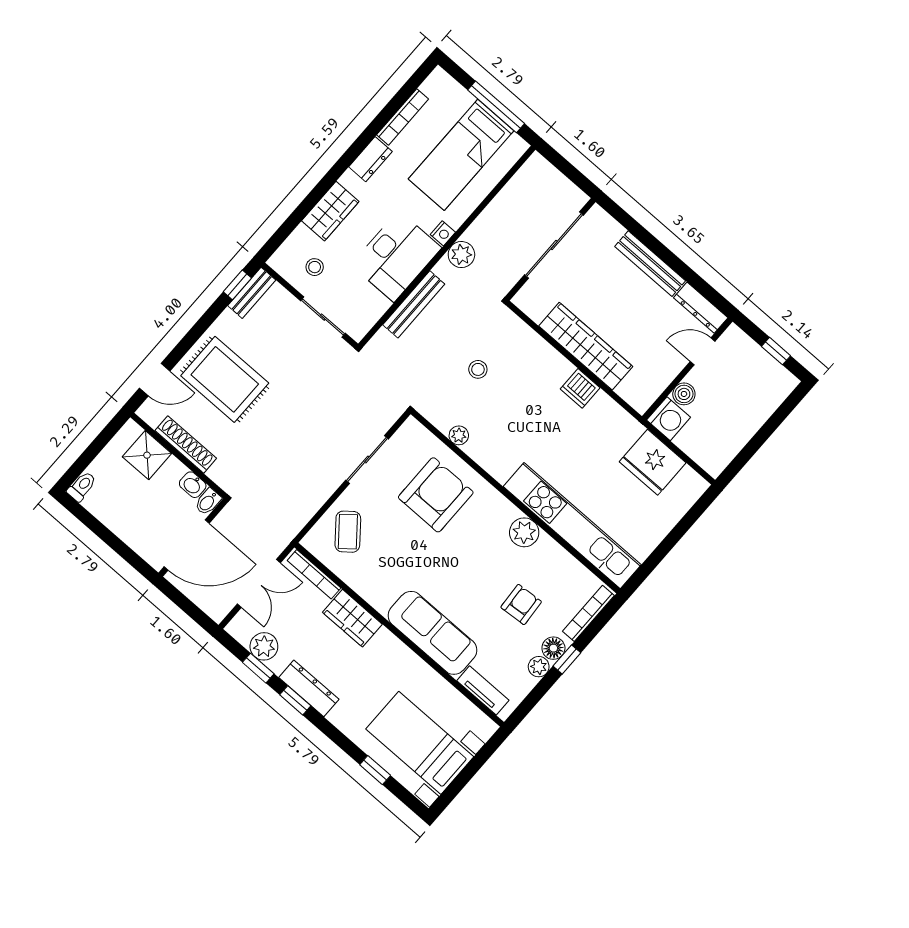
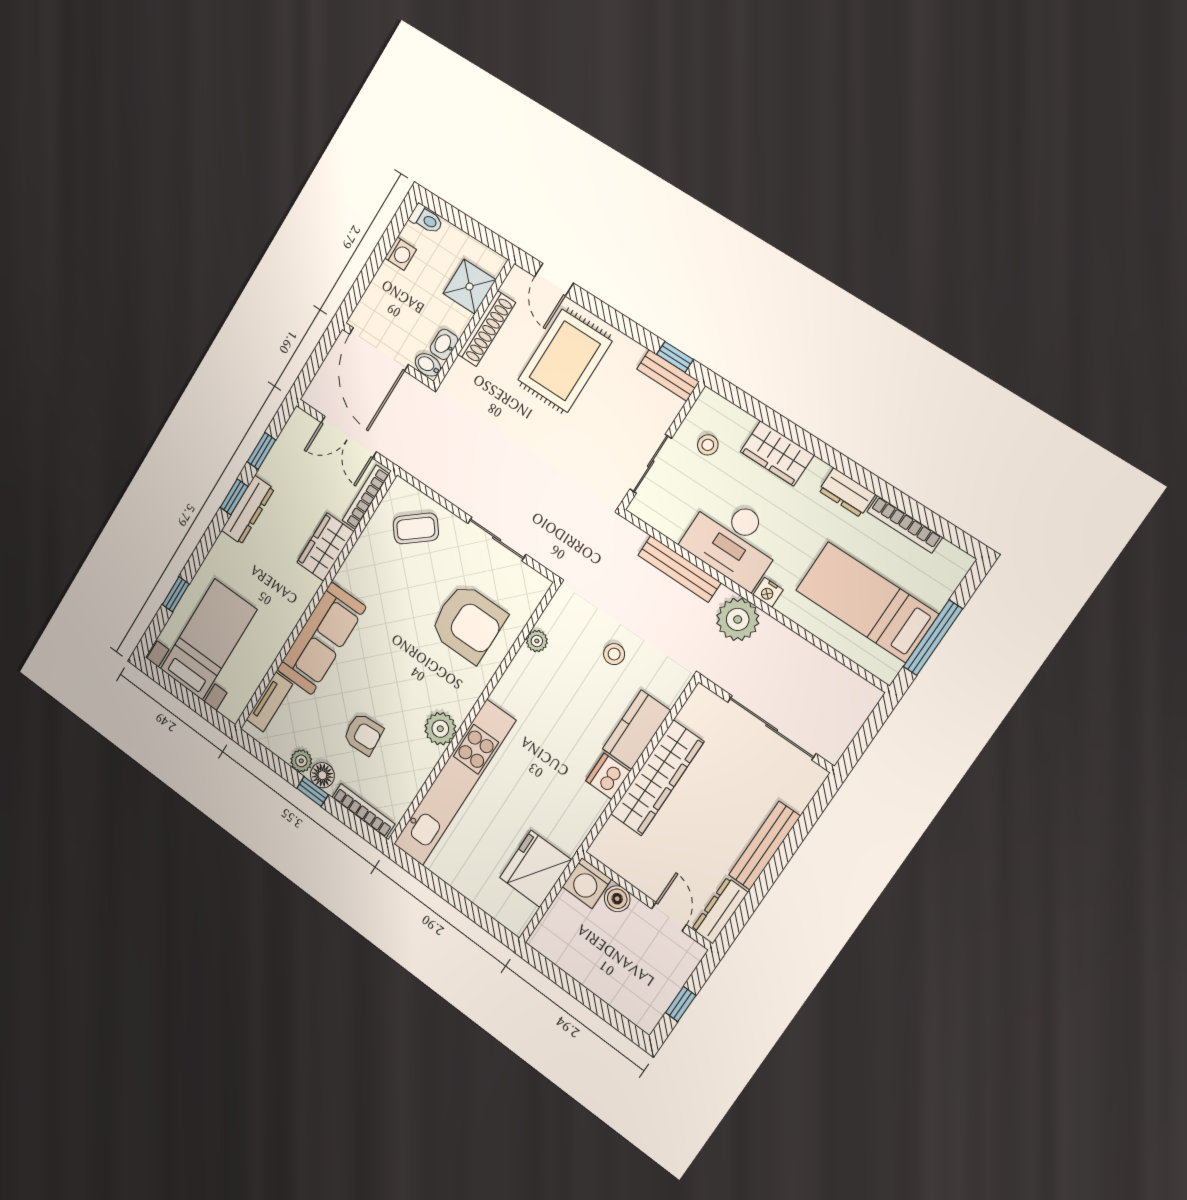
plant: (461, 255) -> (738, 619), width x1.36, depth x1.36
kitchen counter: (544, 359) -> (636, 730), added
washing machine: (107, 514) -> (401, 254), added
plant: (264, 646) -> (284, 453), removed

